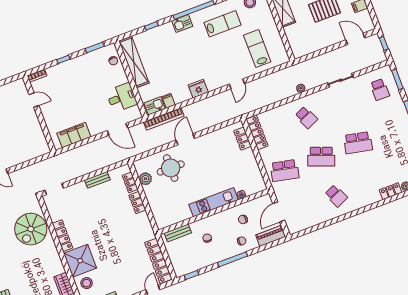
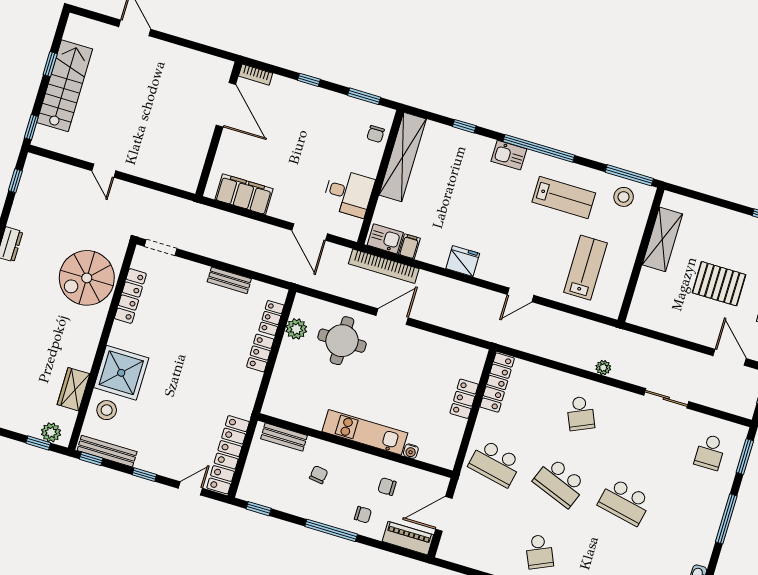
door: (34, 100) -> (226, 105), width x1.88
locker: (242, 139) -> (464, 399), moved
locker: (62, 236) -> (130, 296), moved

